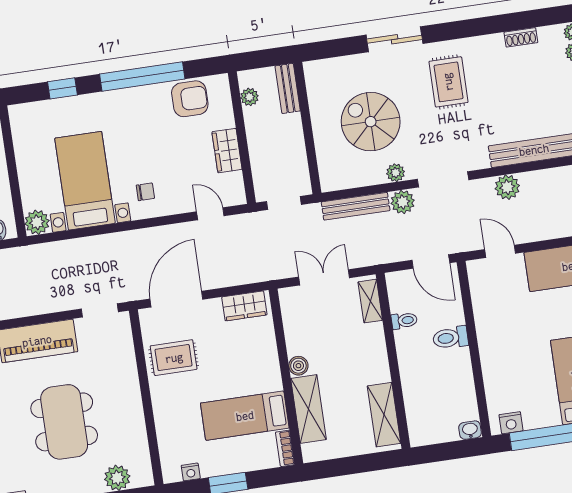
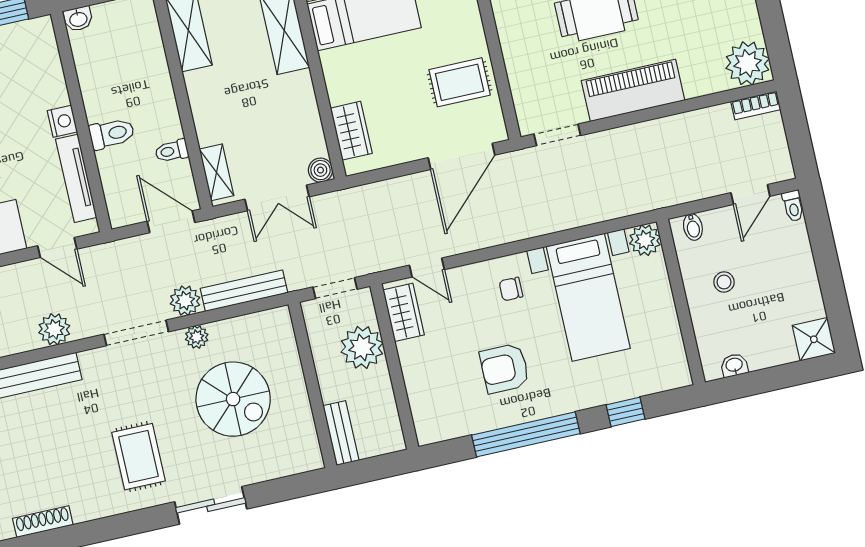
shoe rack: (521, 37) -> (43, 522), width x1.43
plant: (249, 97) -> (362, 347), moved, width x1.88, depth x1.88
armchair: (190, 99) -> (505, 368), moved
wardrobe: (227, 151) -> (404, 312), moved
door: (431, 262) -> (171, 222), moved
tv unit: (481, 305) -> (76, 178), added
wardrobe: (244, 306) -> (351, 131), moved, turned 90
boiler: (298, 366) -> (320, 170), moved
nightstand: (511, 423) -> (62, 121), moved, turned 90

